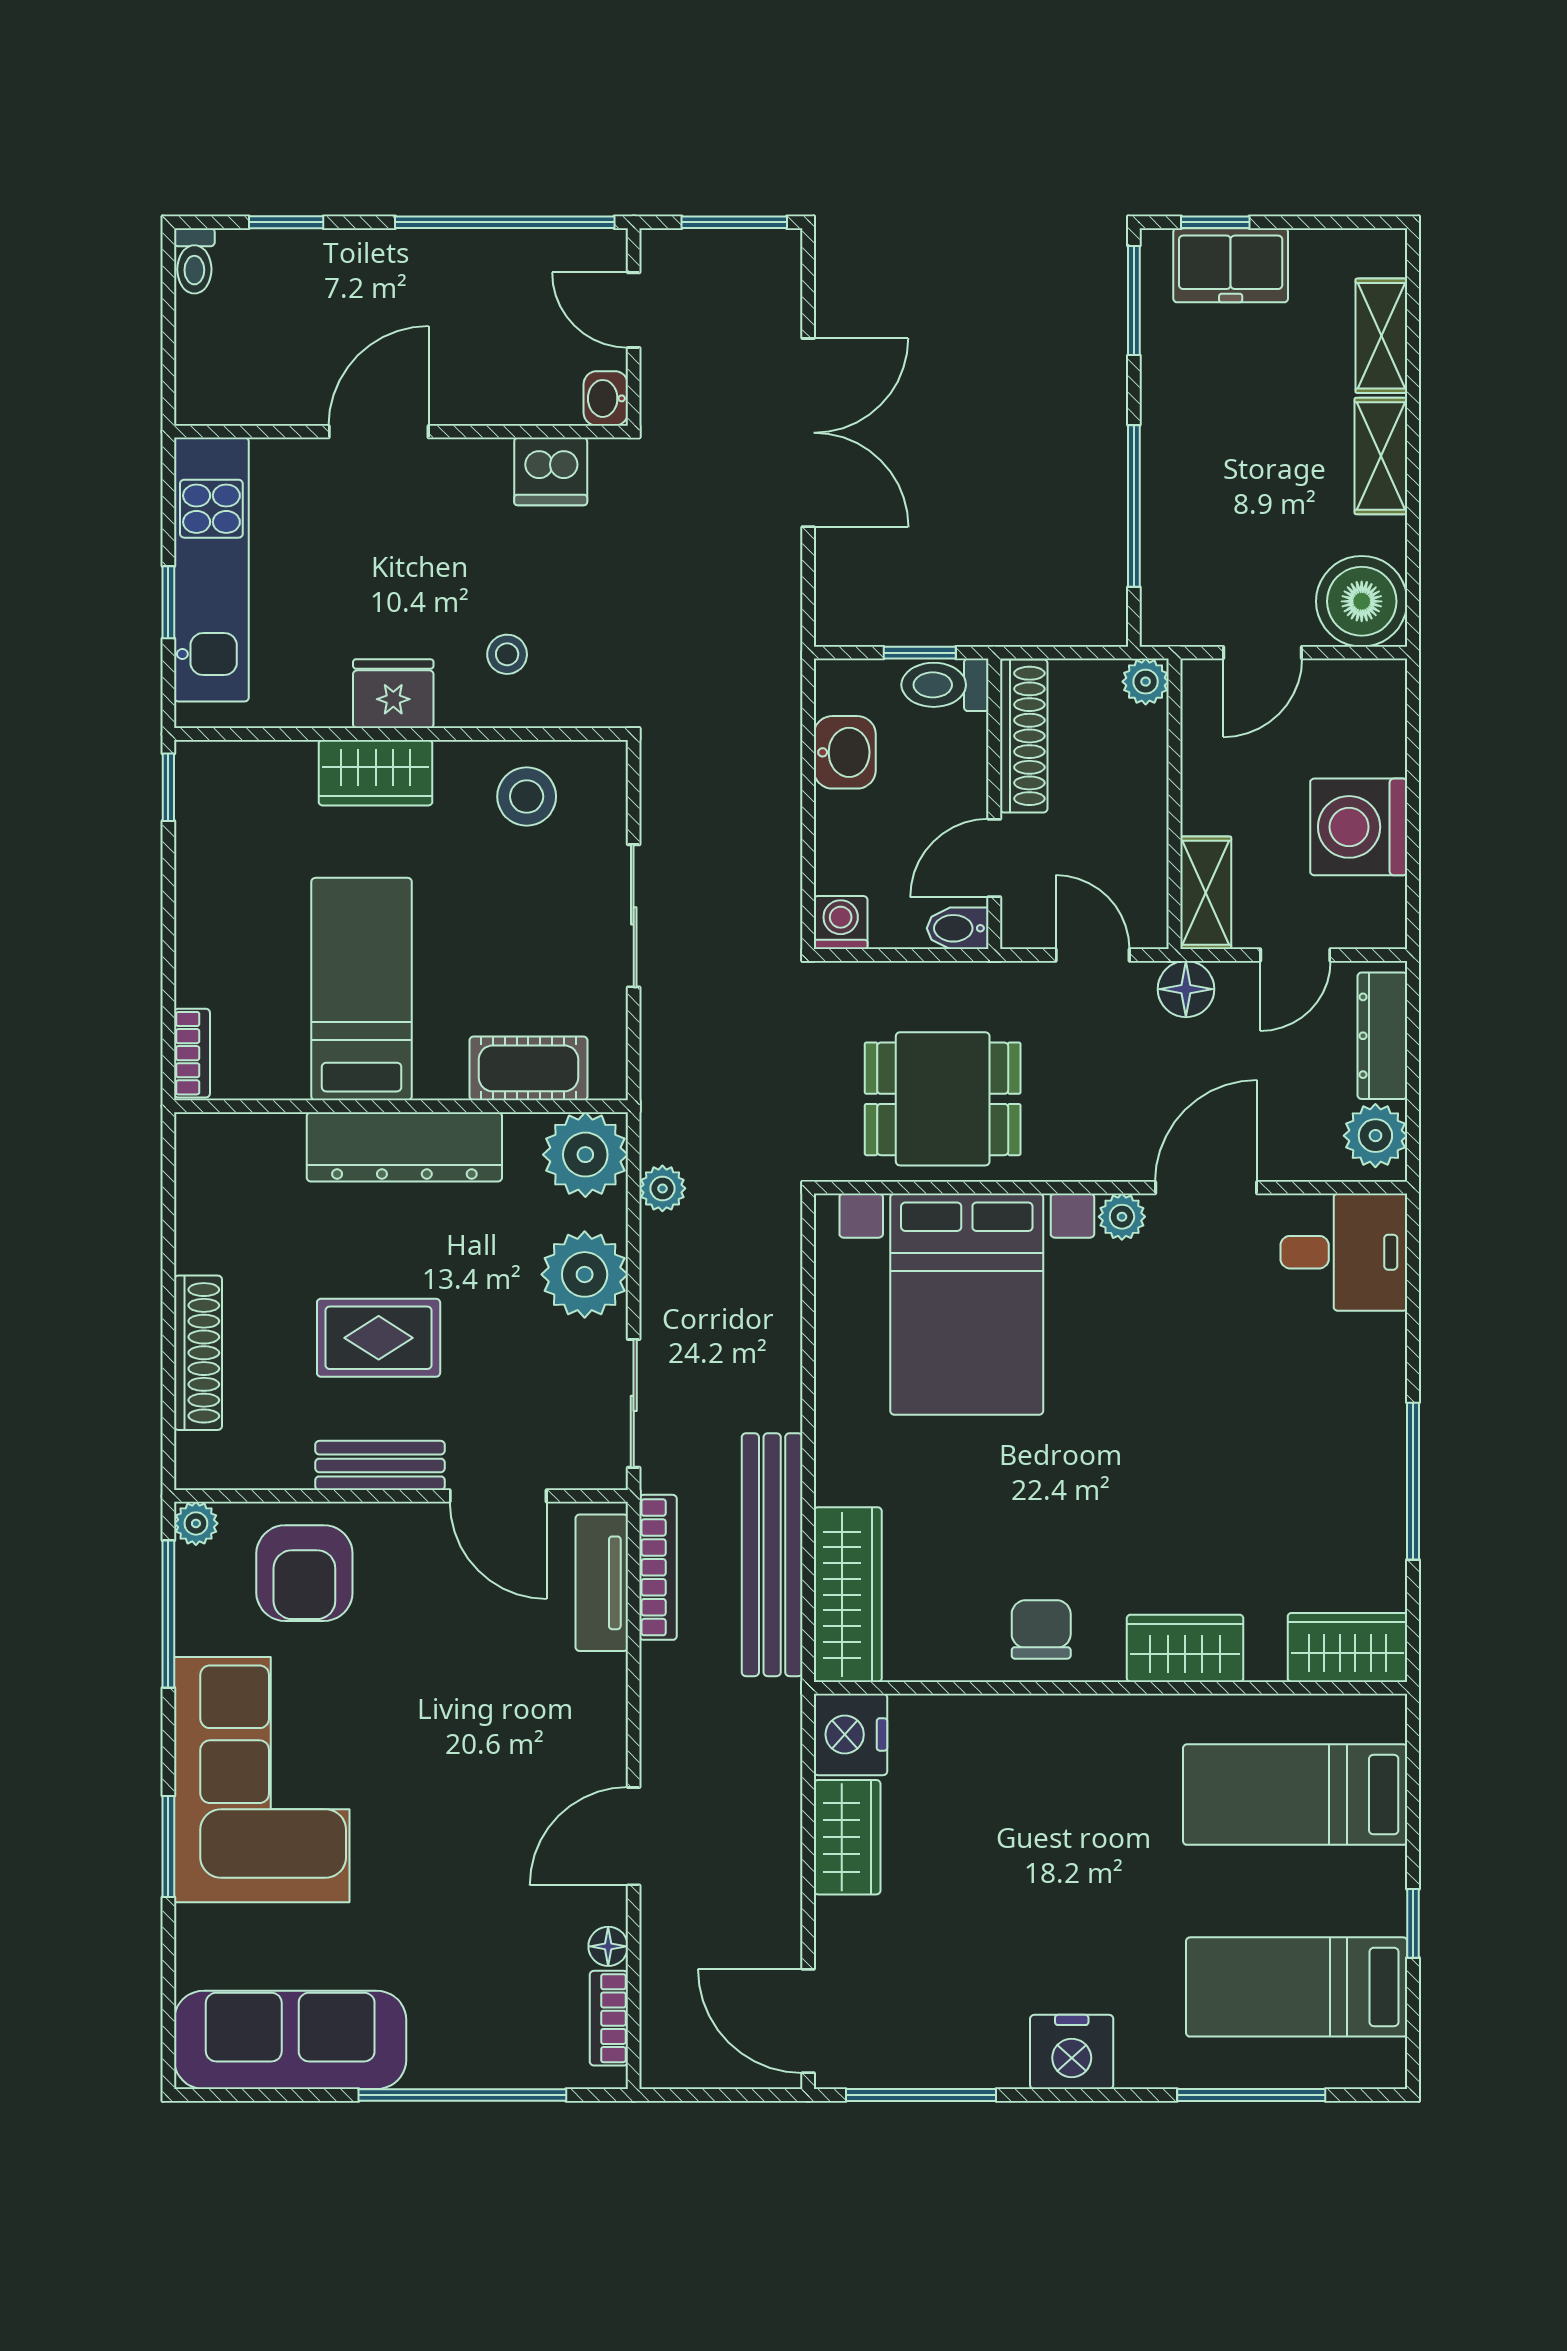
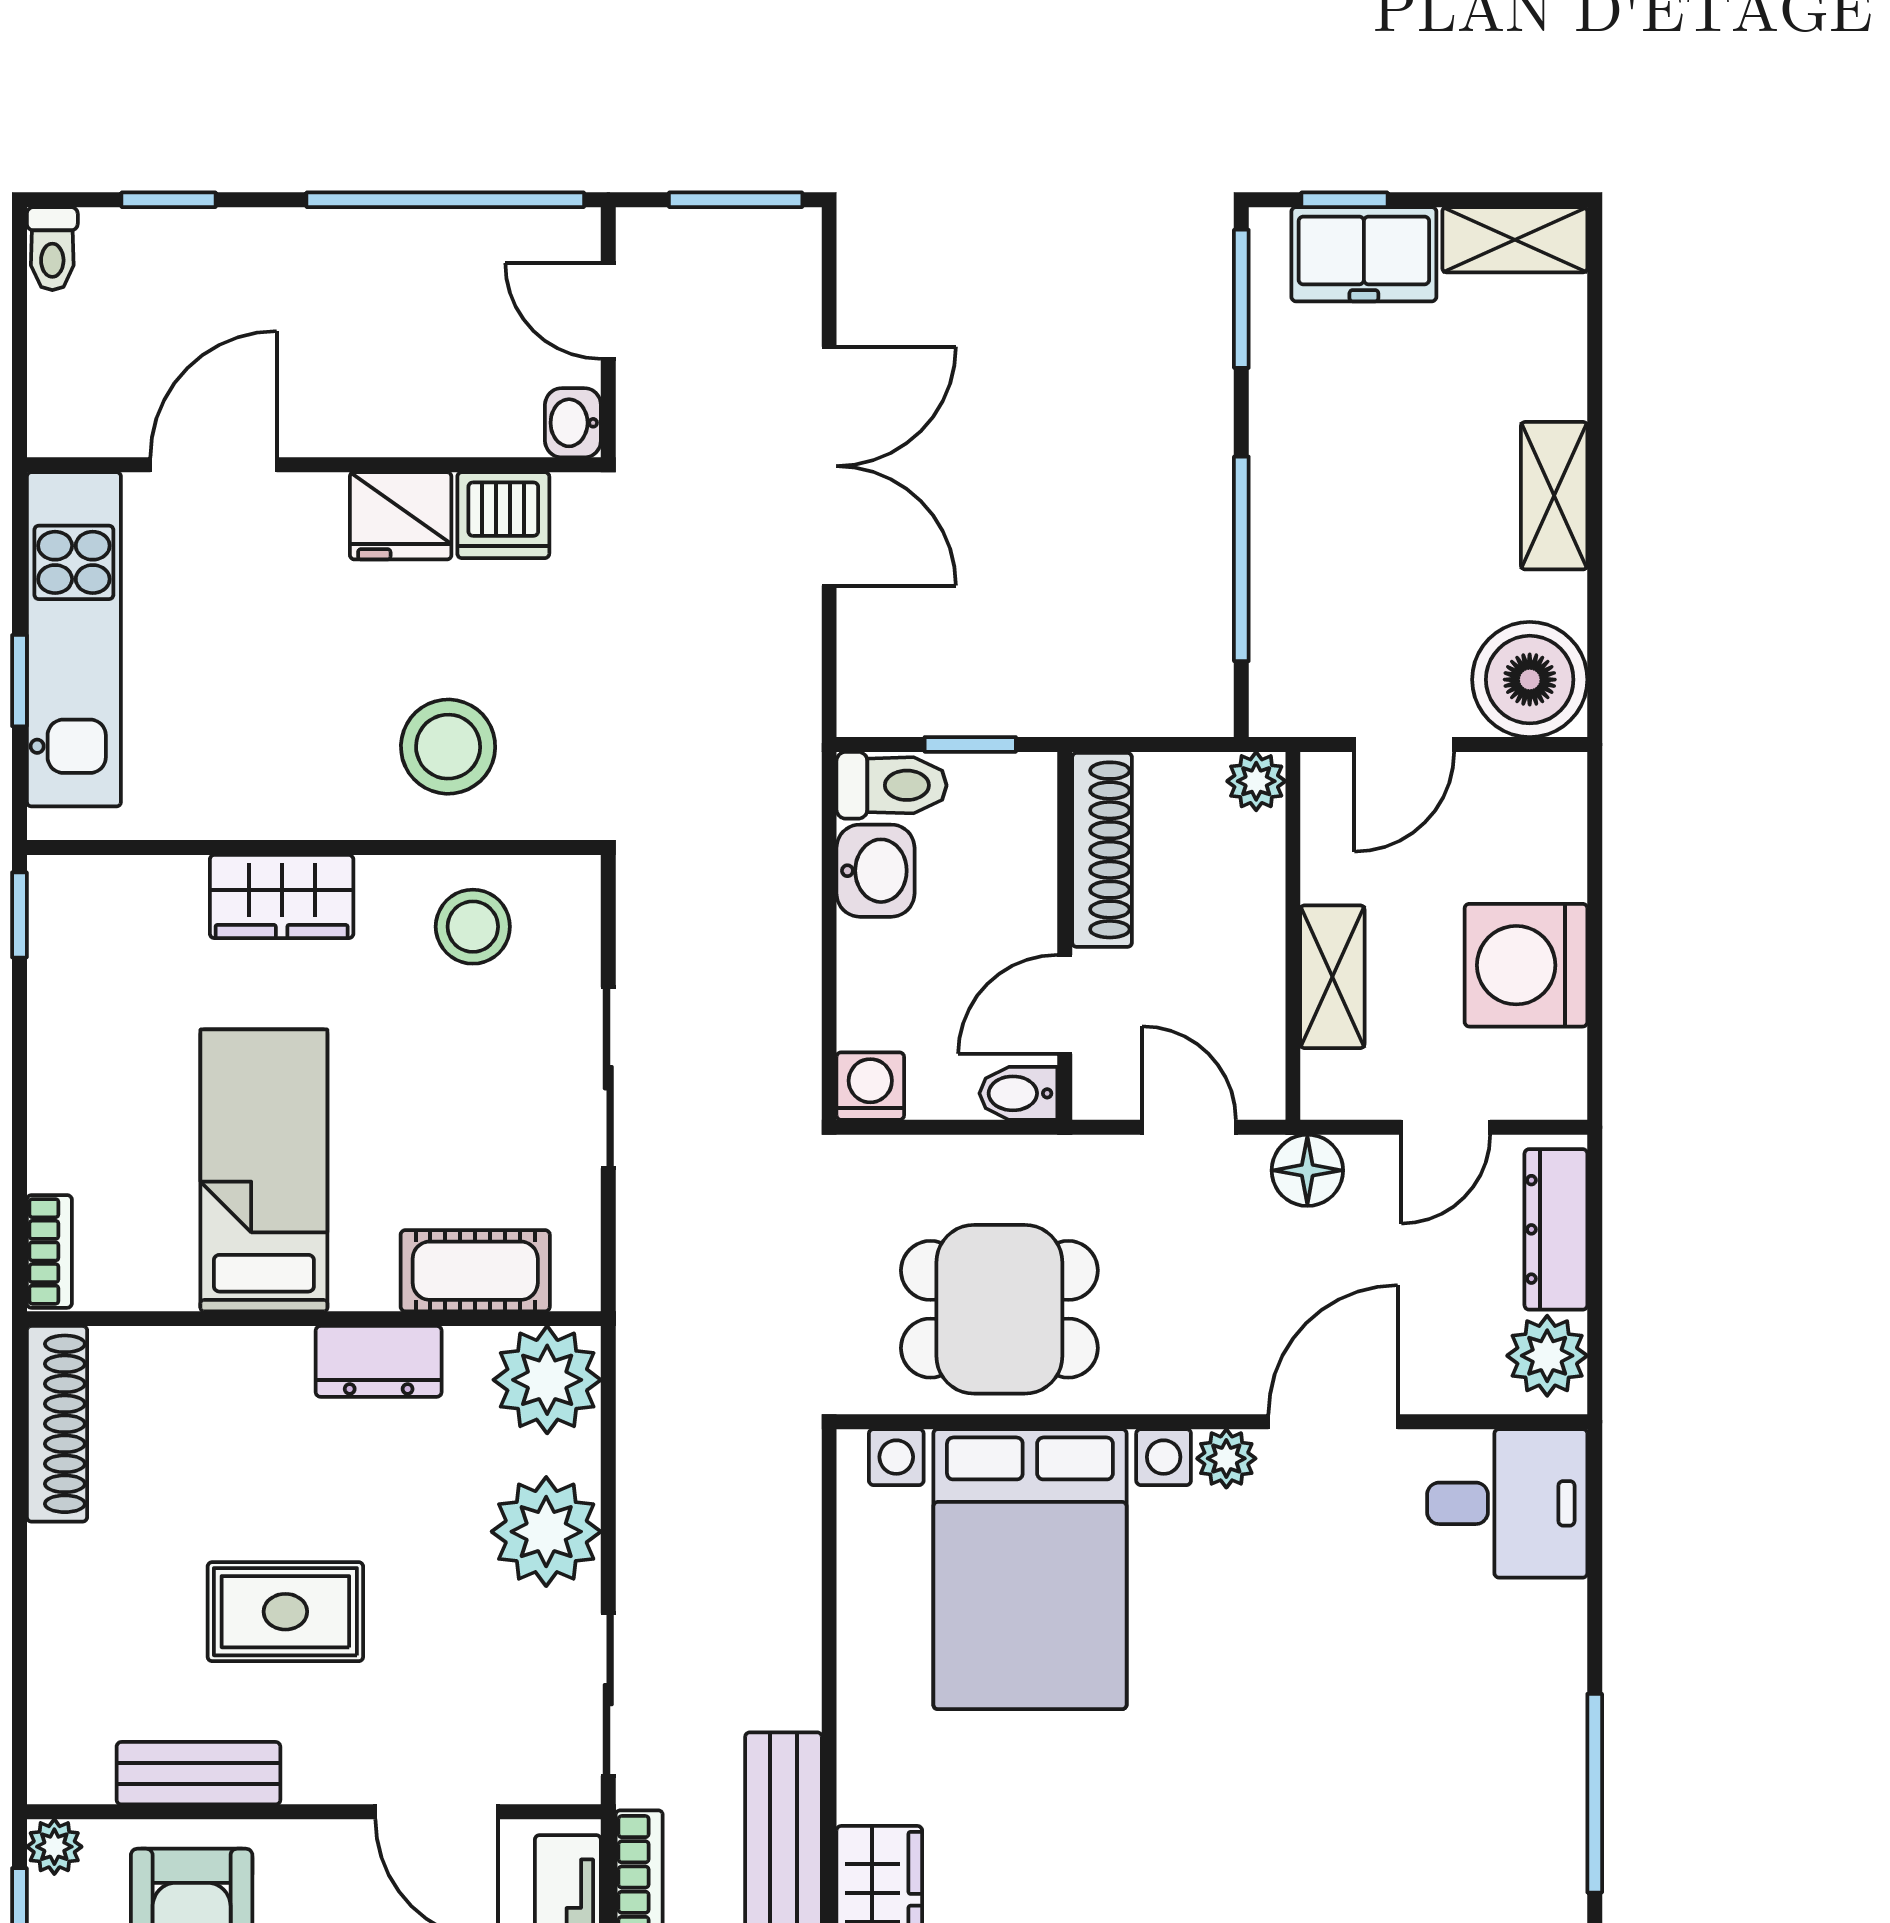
shelving: (1381, 336) -> (1515, 240), moved, turned 90
door: (379, 432) -> (213, 465), moved
stool: (507, 654) -> (448, 747), width x1.89, depth x1.89
toilet: (945, 685) -> (892, 785), moved, turned 180
fridge: (393, 694) -> (401, 516), moved, turned 180
shelving: (1206, 893) -> (1332, 977), moved
dresser: (404, 1147) -> (379, 1361), width x0.51, depth x0.80
plant: (662, 1188) -> (645, 1423), removed
shoe rack: (198, 1353) -> (57, 1424), moved
bench: (380, 1465) -> (198, 1773), moved

